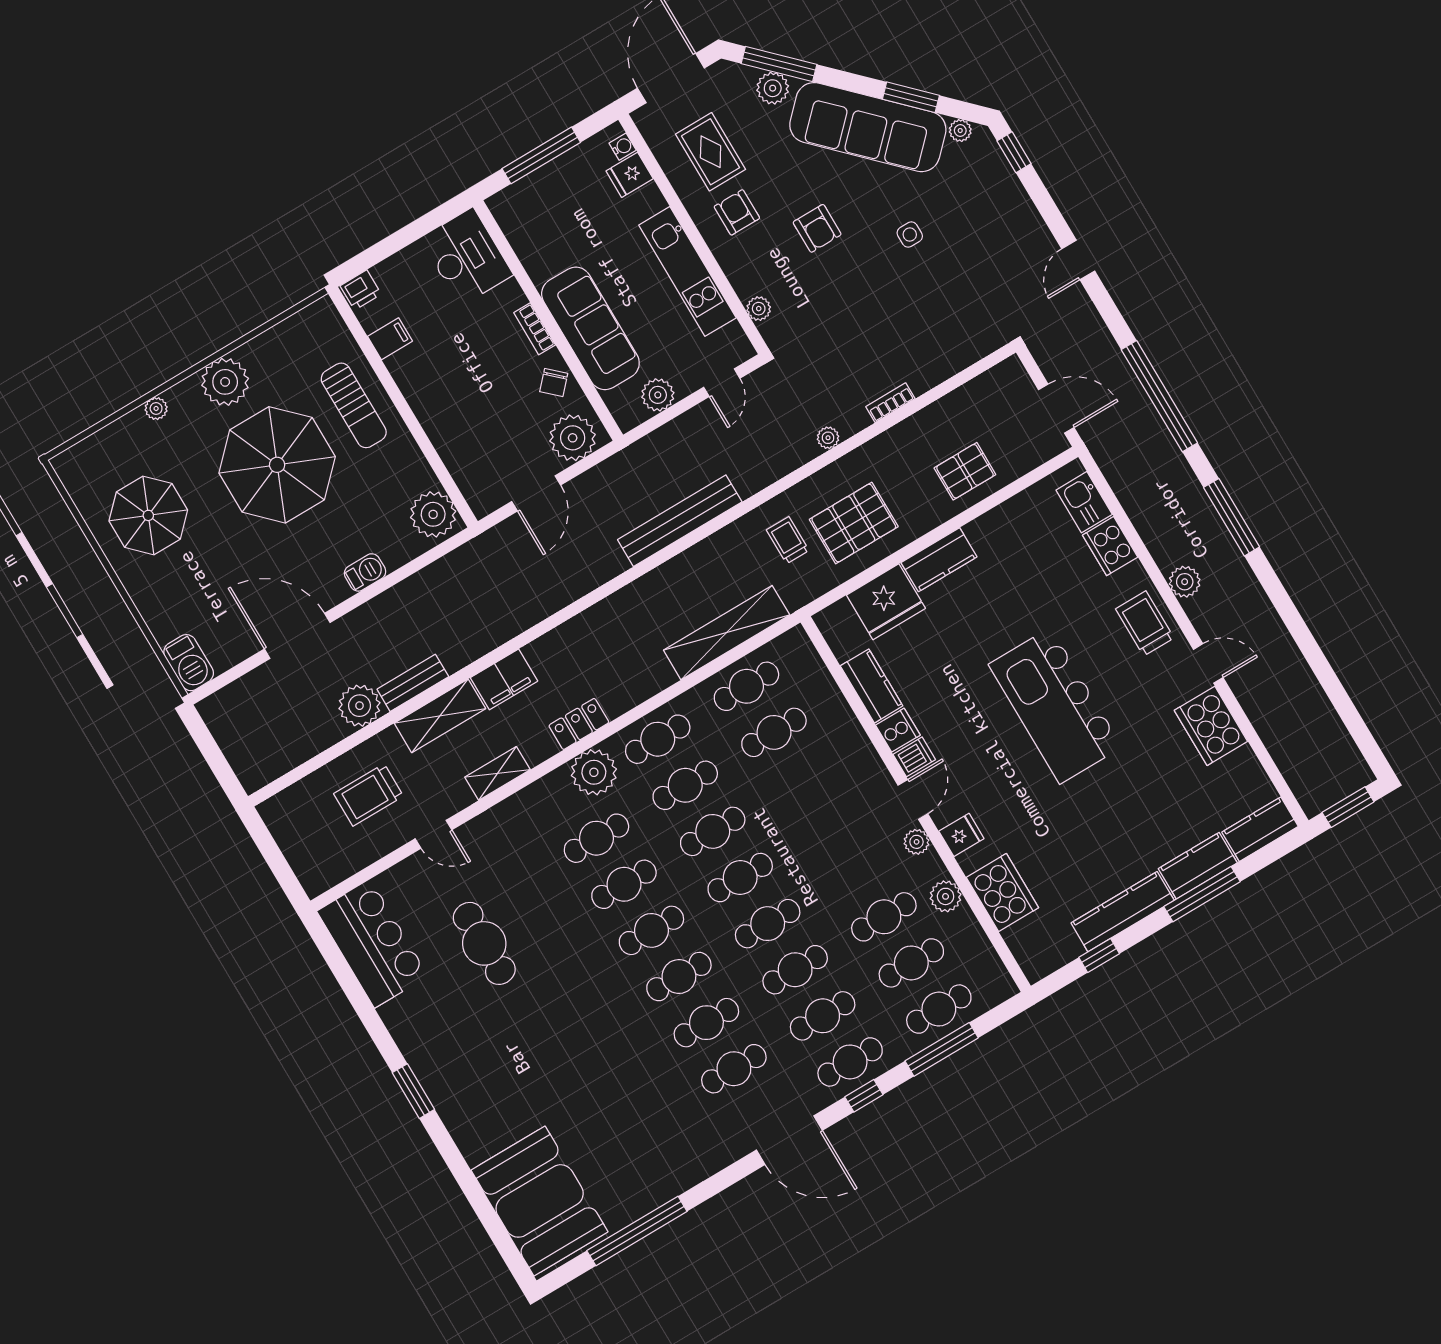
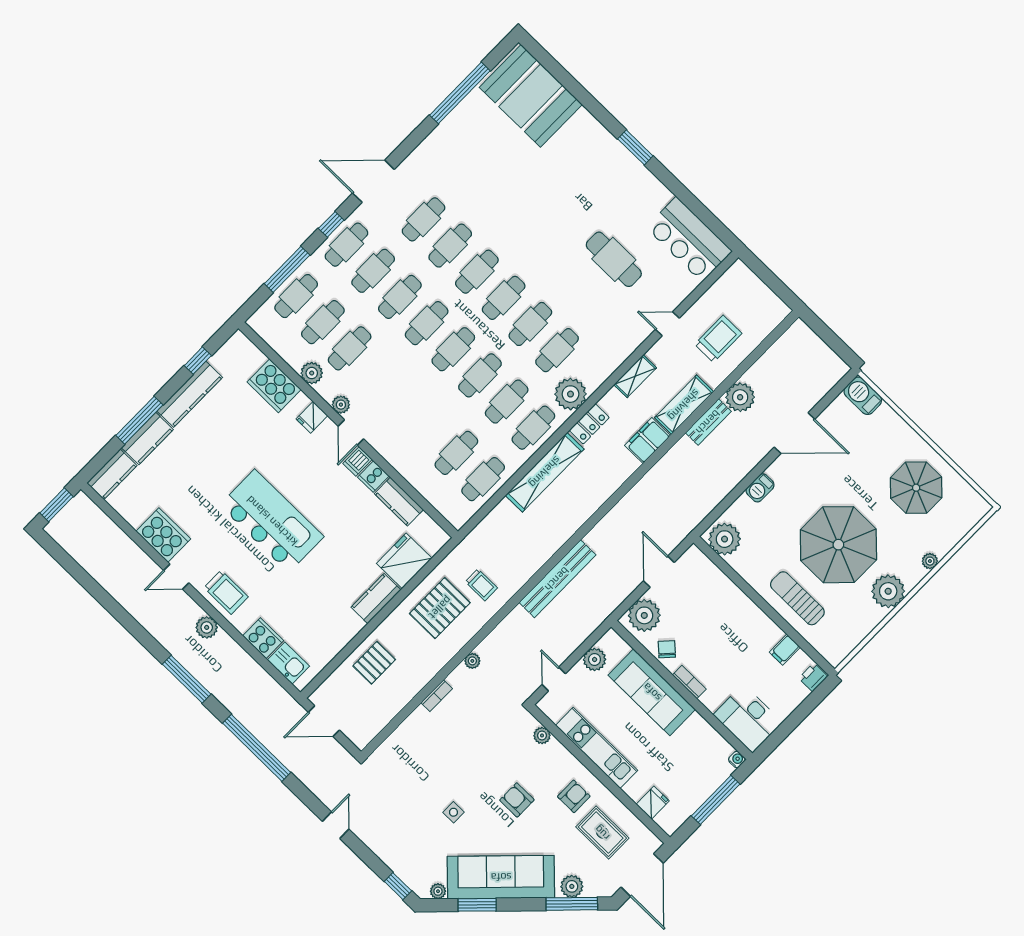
water cooler: (623, 147) -> (737, 760), moved, turned 180
armchair: (737, 212) -> (574, 796), turned -90
shelving: (727, 633) -> (545, 472), moved

